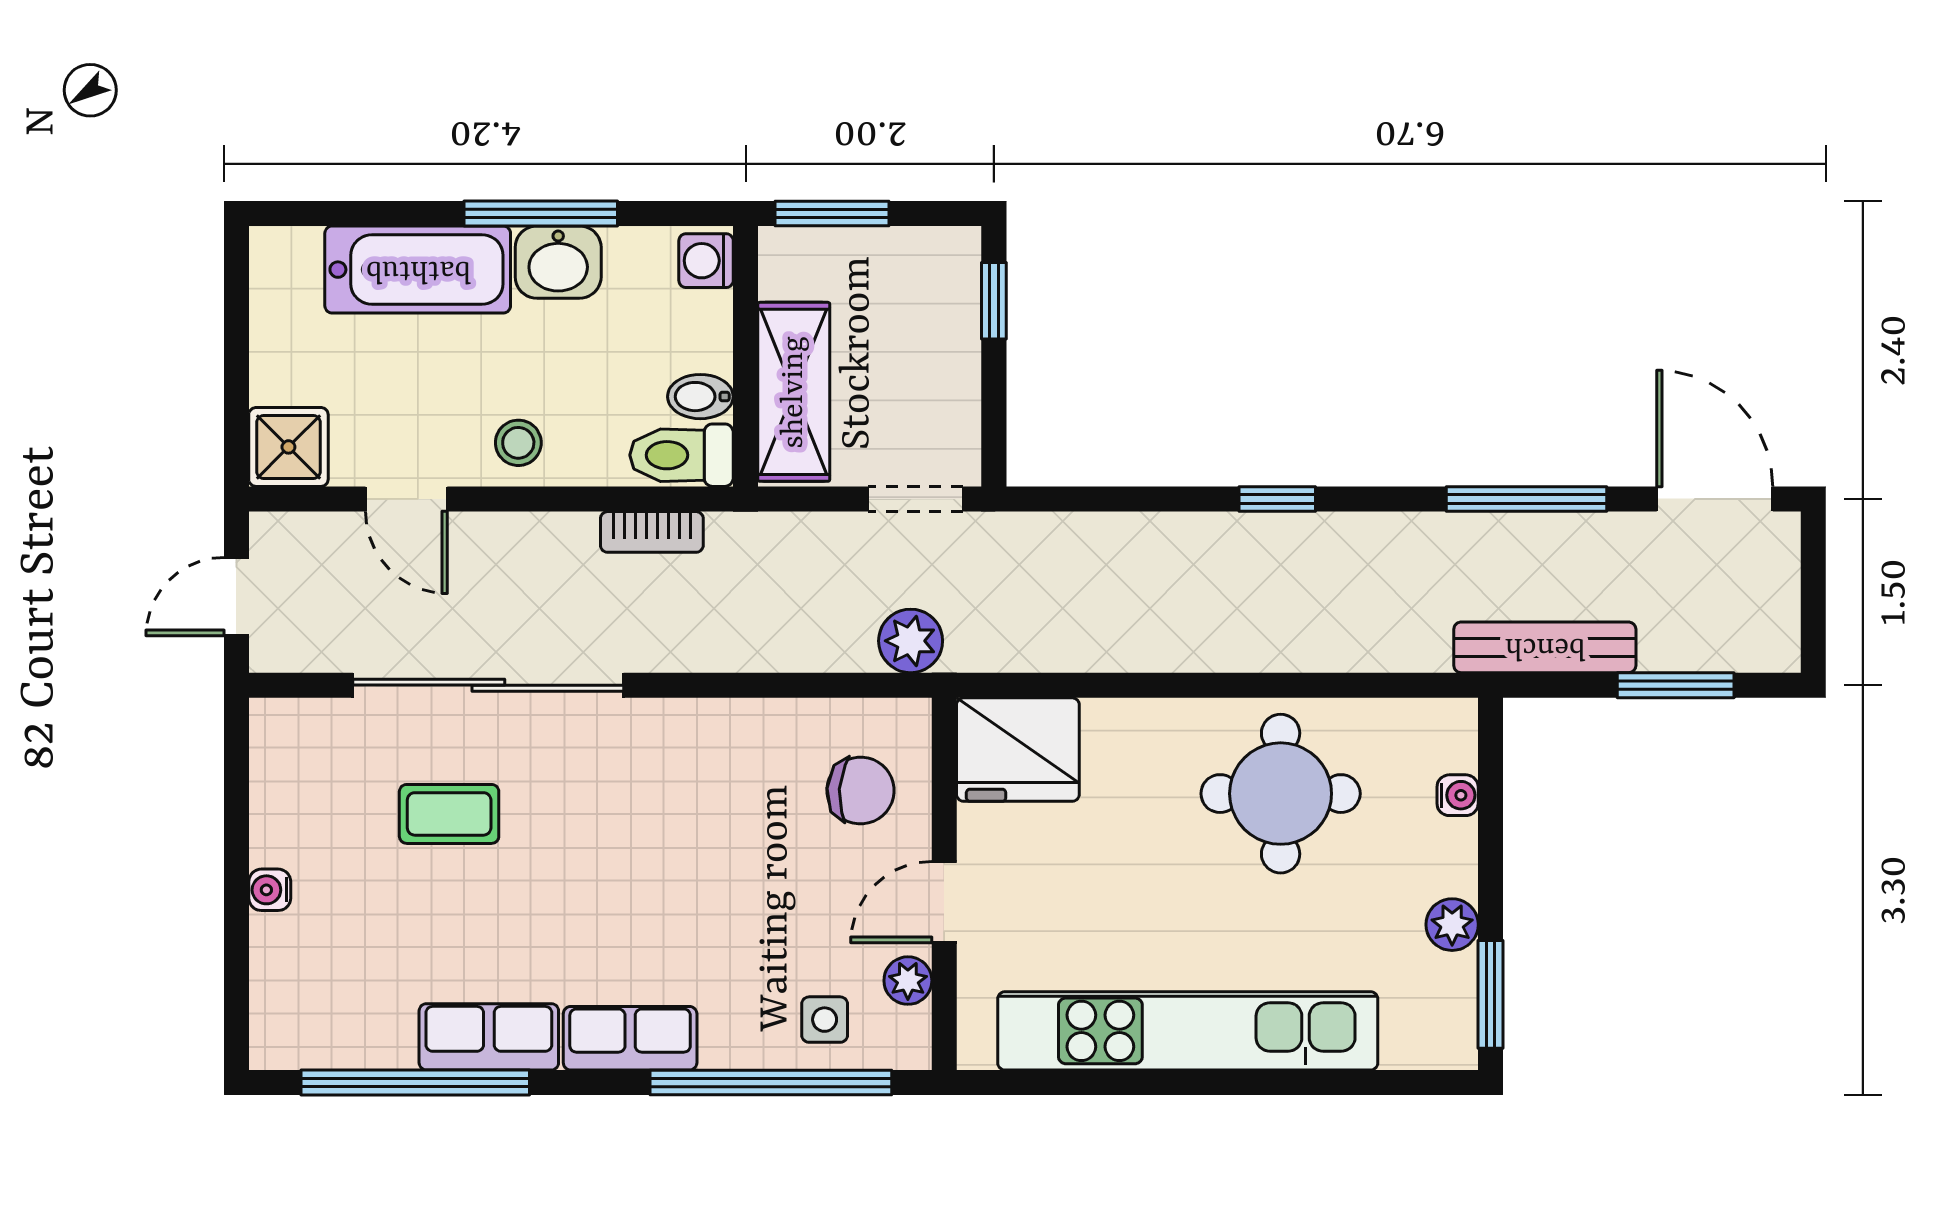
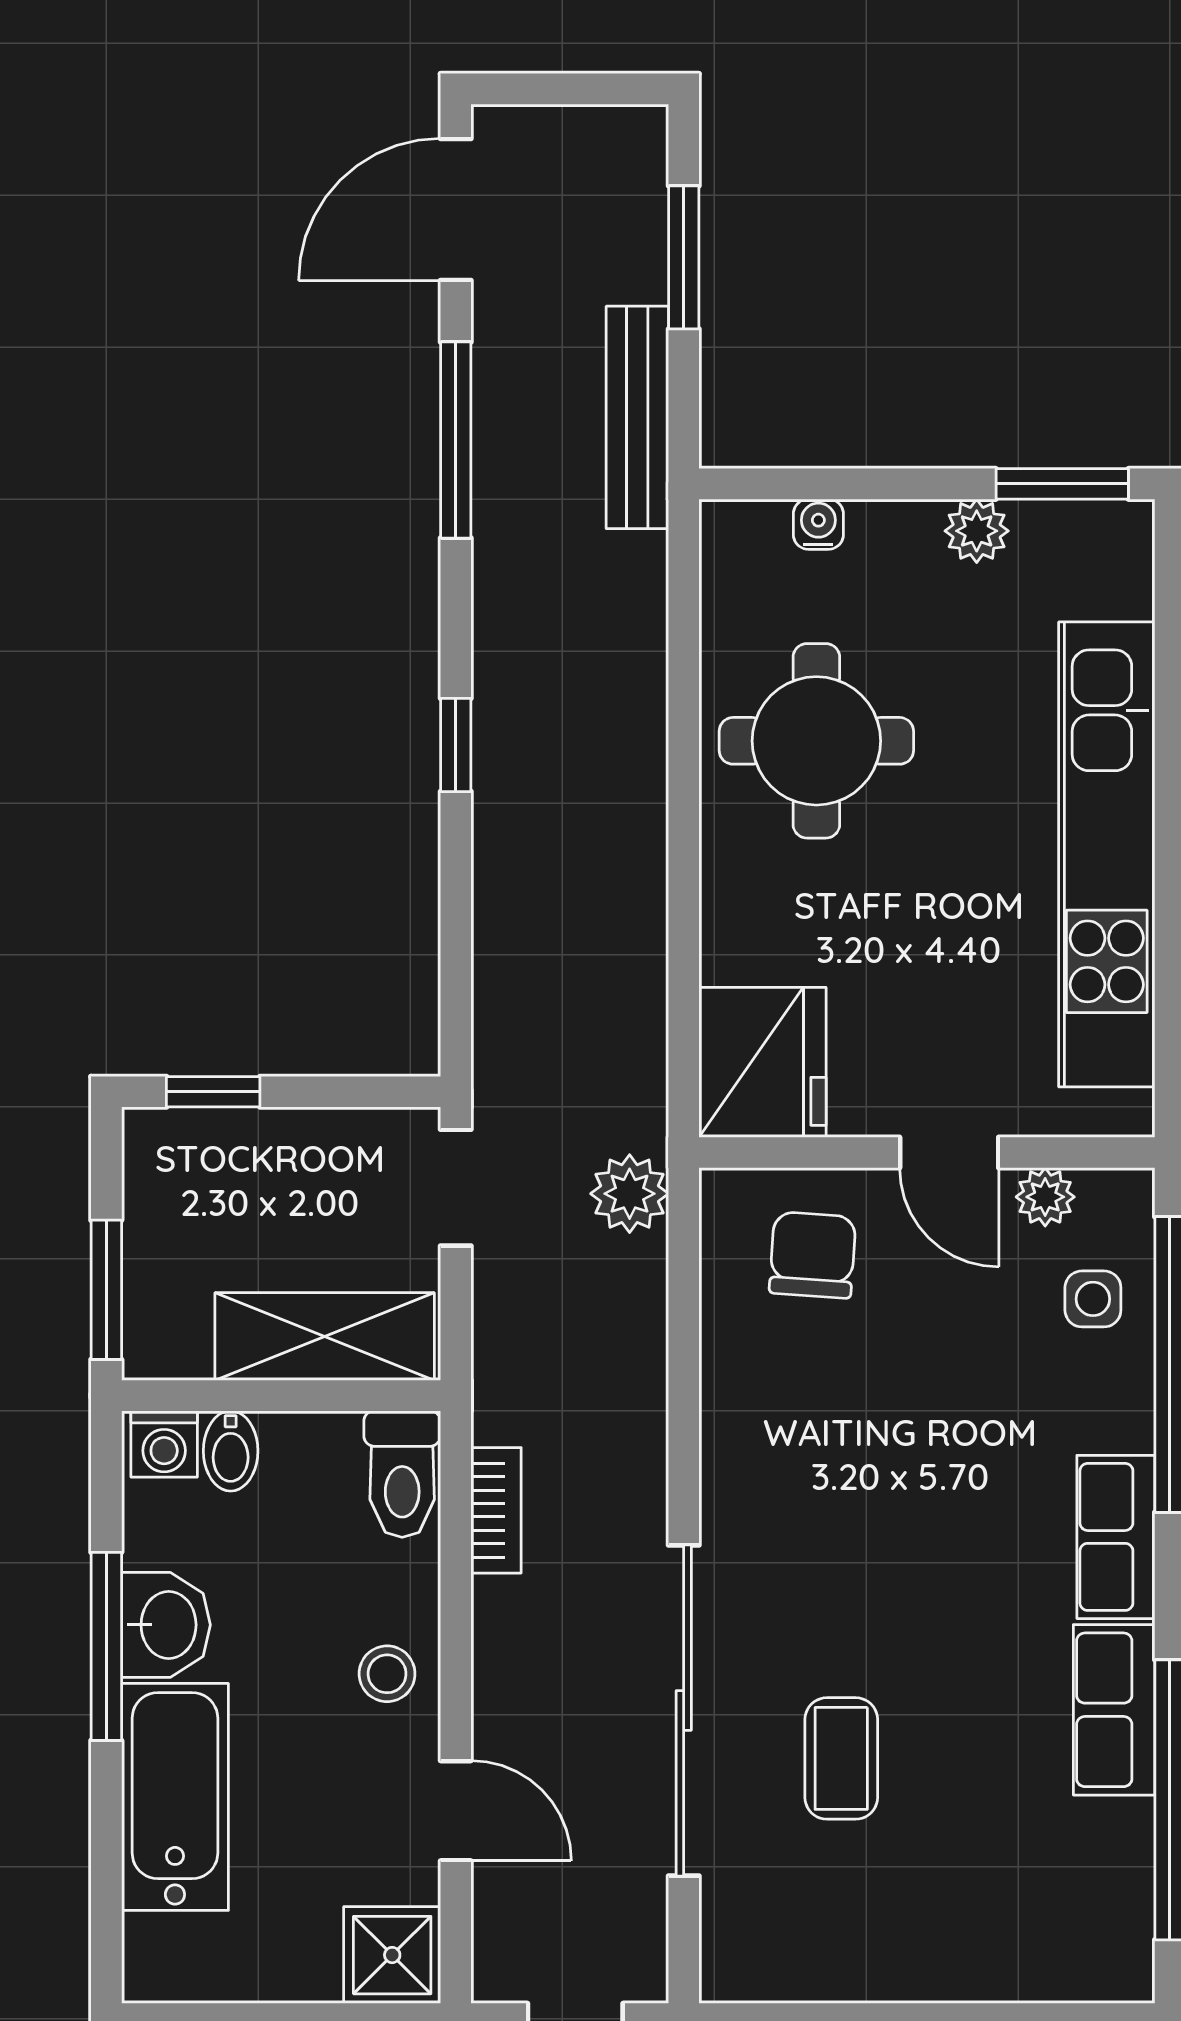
bidet: (700, 397) -> (231, 1451), moved
door: (406, 499) -> (456, 1811), hinge flipped
water cooler: (270, 890) -> (934, 1978), removed

